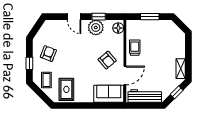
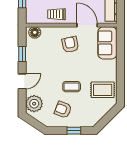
plant: (96, 27) -> (34, 104), moved
armchair: (107, 60) -> (70, 45), turned -62
coffee table: (46, 80) -> (72, 87), moved

